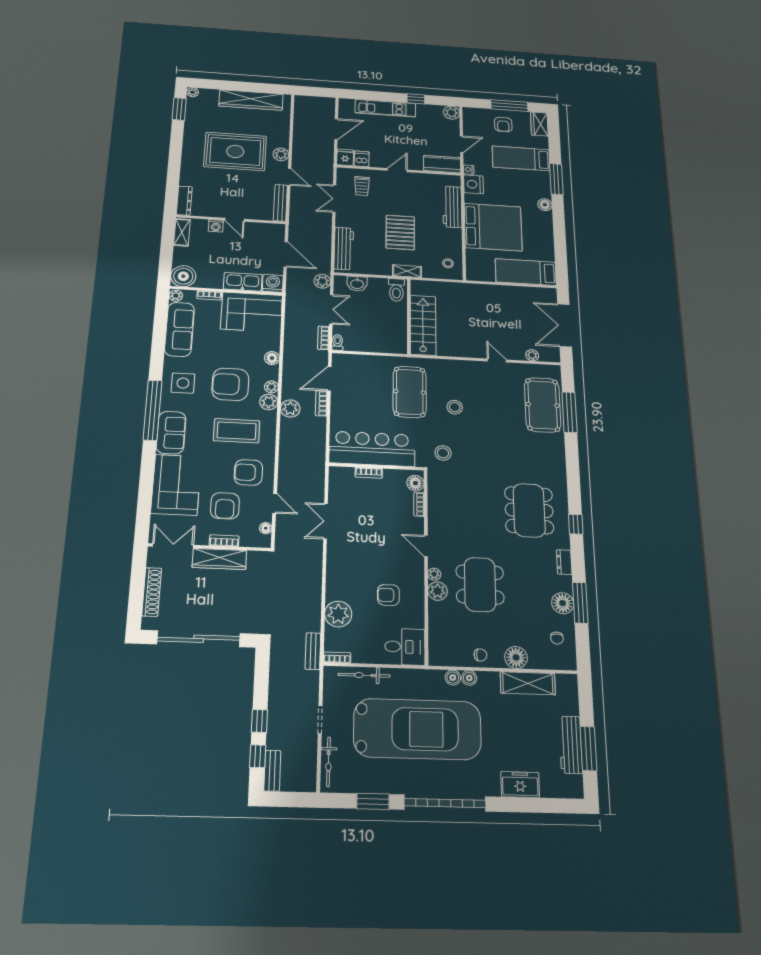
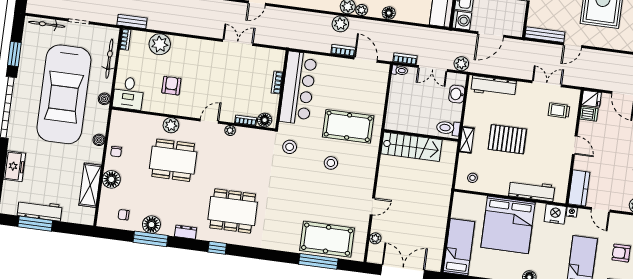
plant: (281, 154) -> (598, 40), removed
plant: (434, 574) -> (230, 130), moved
boiler: (453, 678) -> (104, 99), moved

